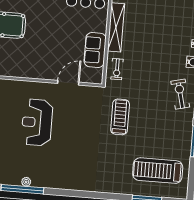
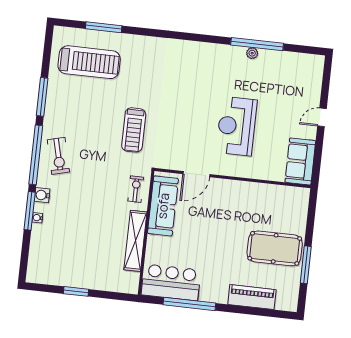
sofa: (95, 50) -> (163, 206), width x1.36
reception desk: (37, 122) -> (237, 126), turned 180

